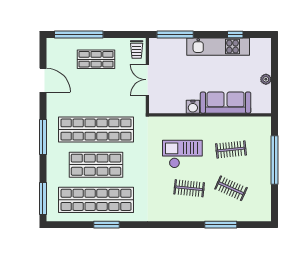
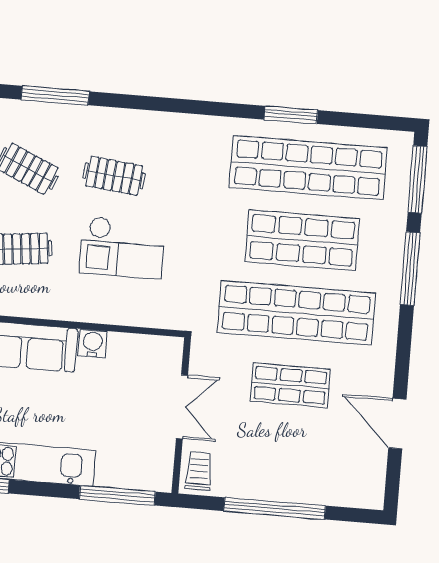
window: (79, 34) -> (275, 508), moved
shop shelf: (96, 59) -> (290, 385), moved
window: (43, 137) -> (410, 269), moved

